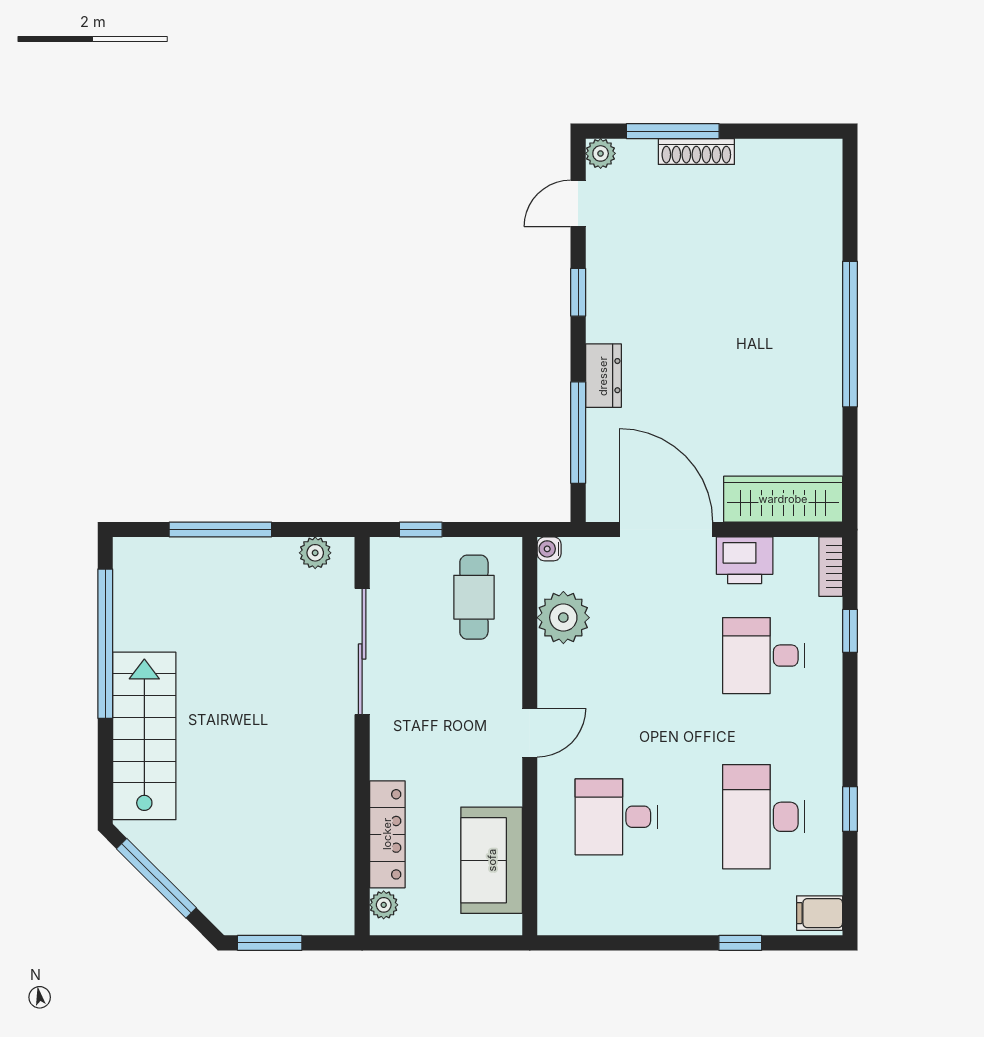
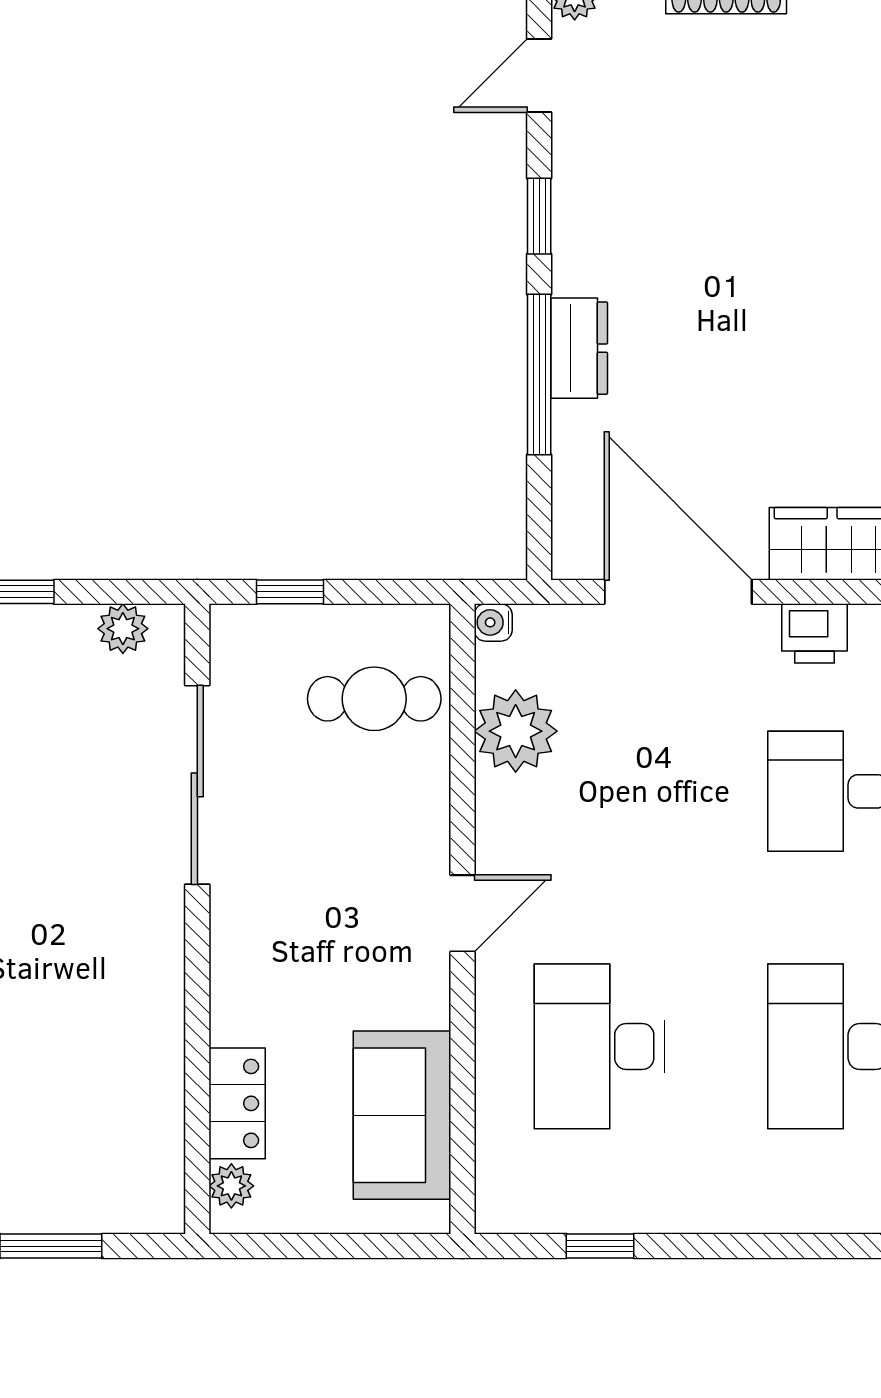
window: (578, 433) -> (539, 374), moved
printer: (745, 560) -> (815, 633), width x0.73, depth x0.81
cafe table: (474, 597) -> (374, 699), turned 90
desk: (616, 817) -> (599, 1046), width x1.37
locker: (387, 834) -> (237, 1103), width x0.66
window: (740, 943) -> (600, 1246), moved

